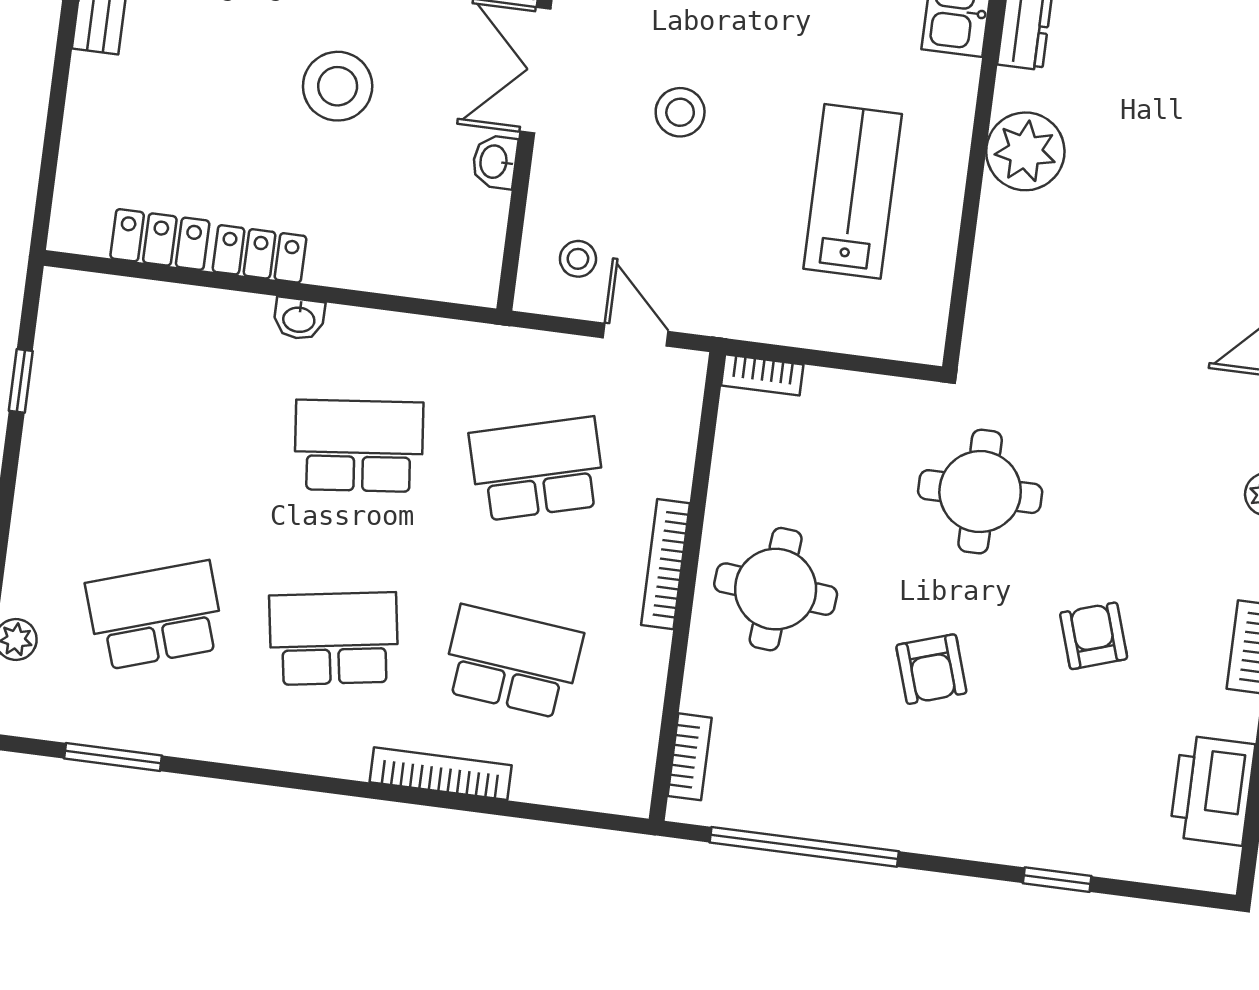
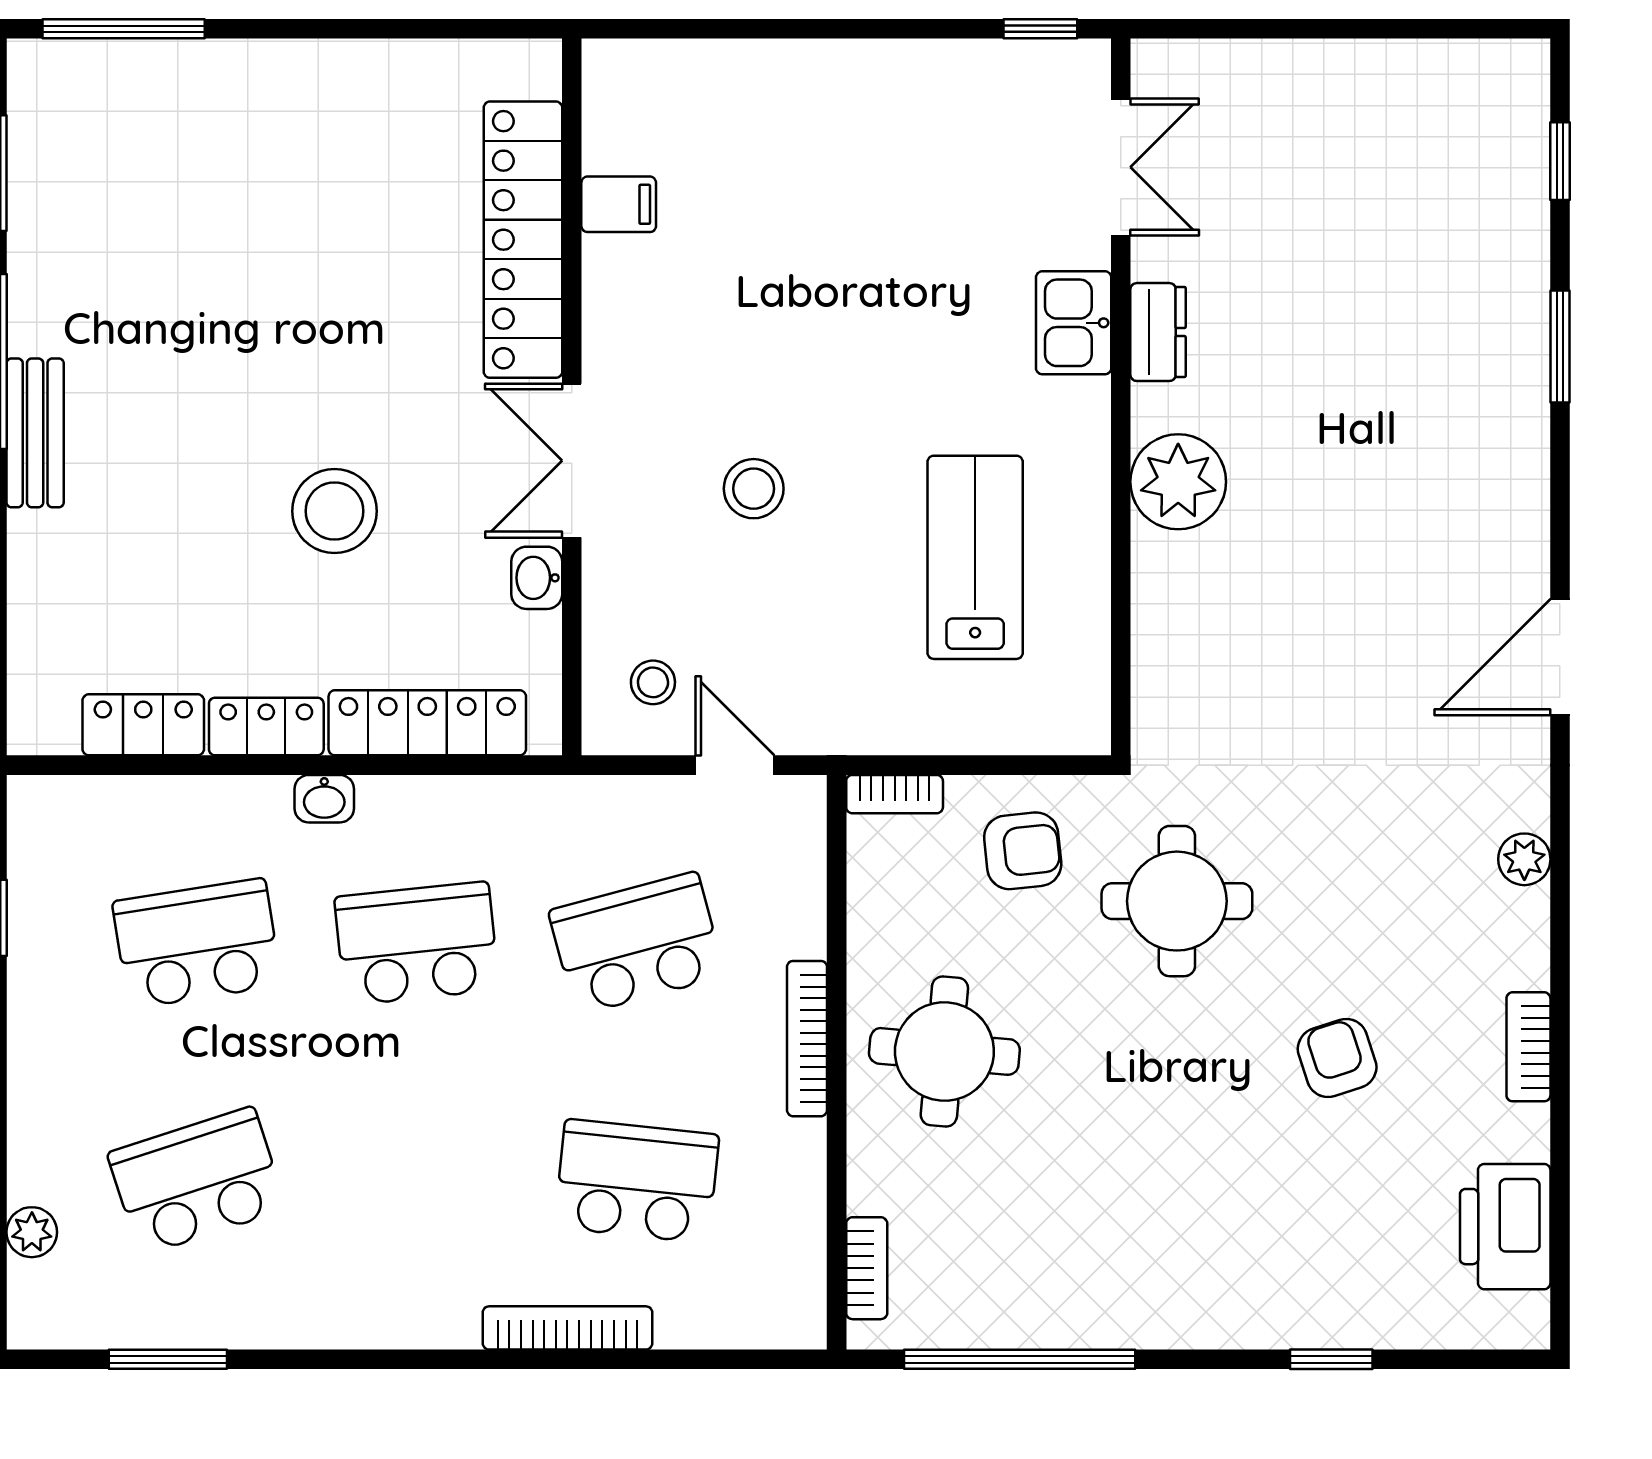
locker: (391, 268) -> (427, 723), added
school desk: (334, 639) -> (197, 943), moved
armchair: (931, 669) -> (1023, 851), moved, turned -78

